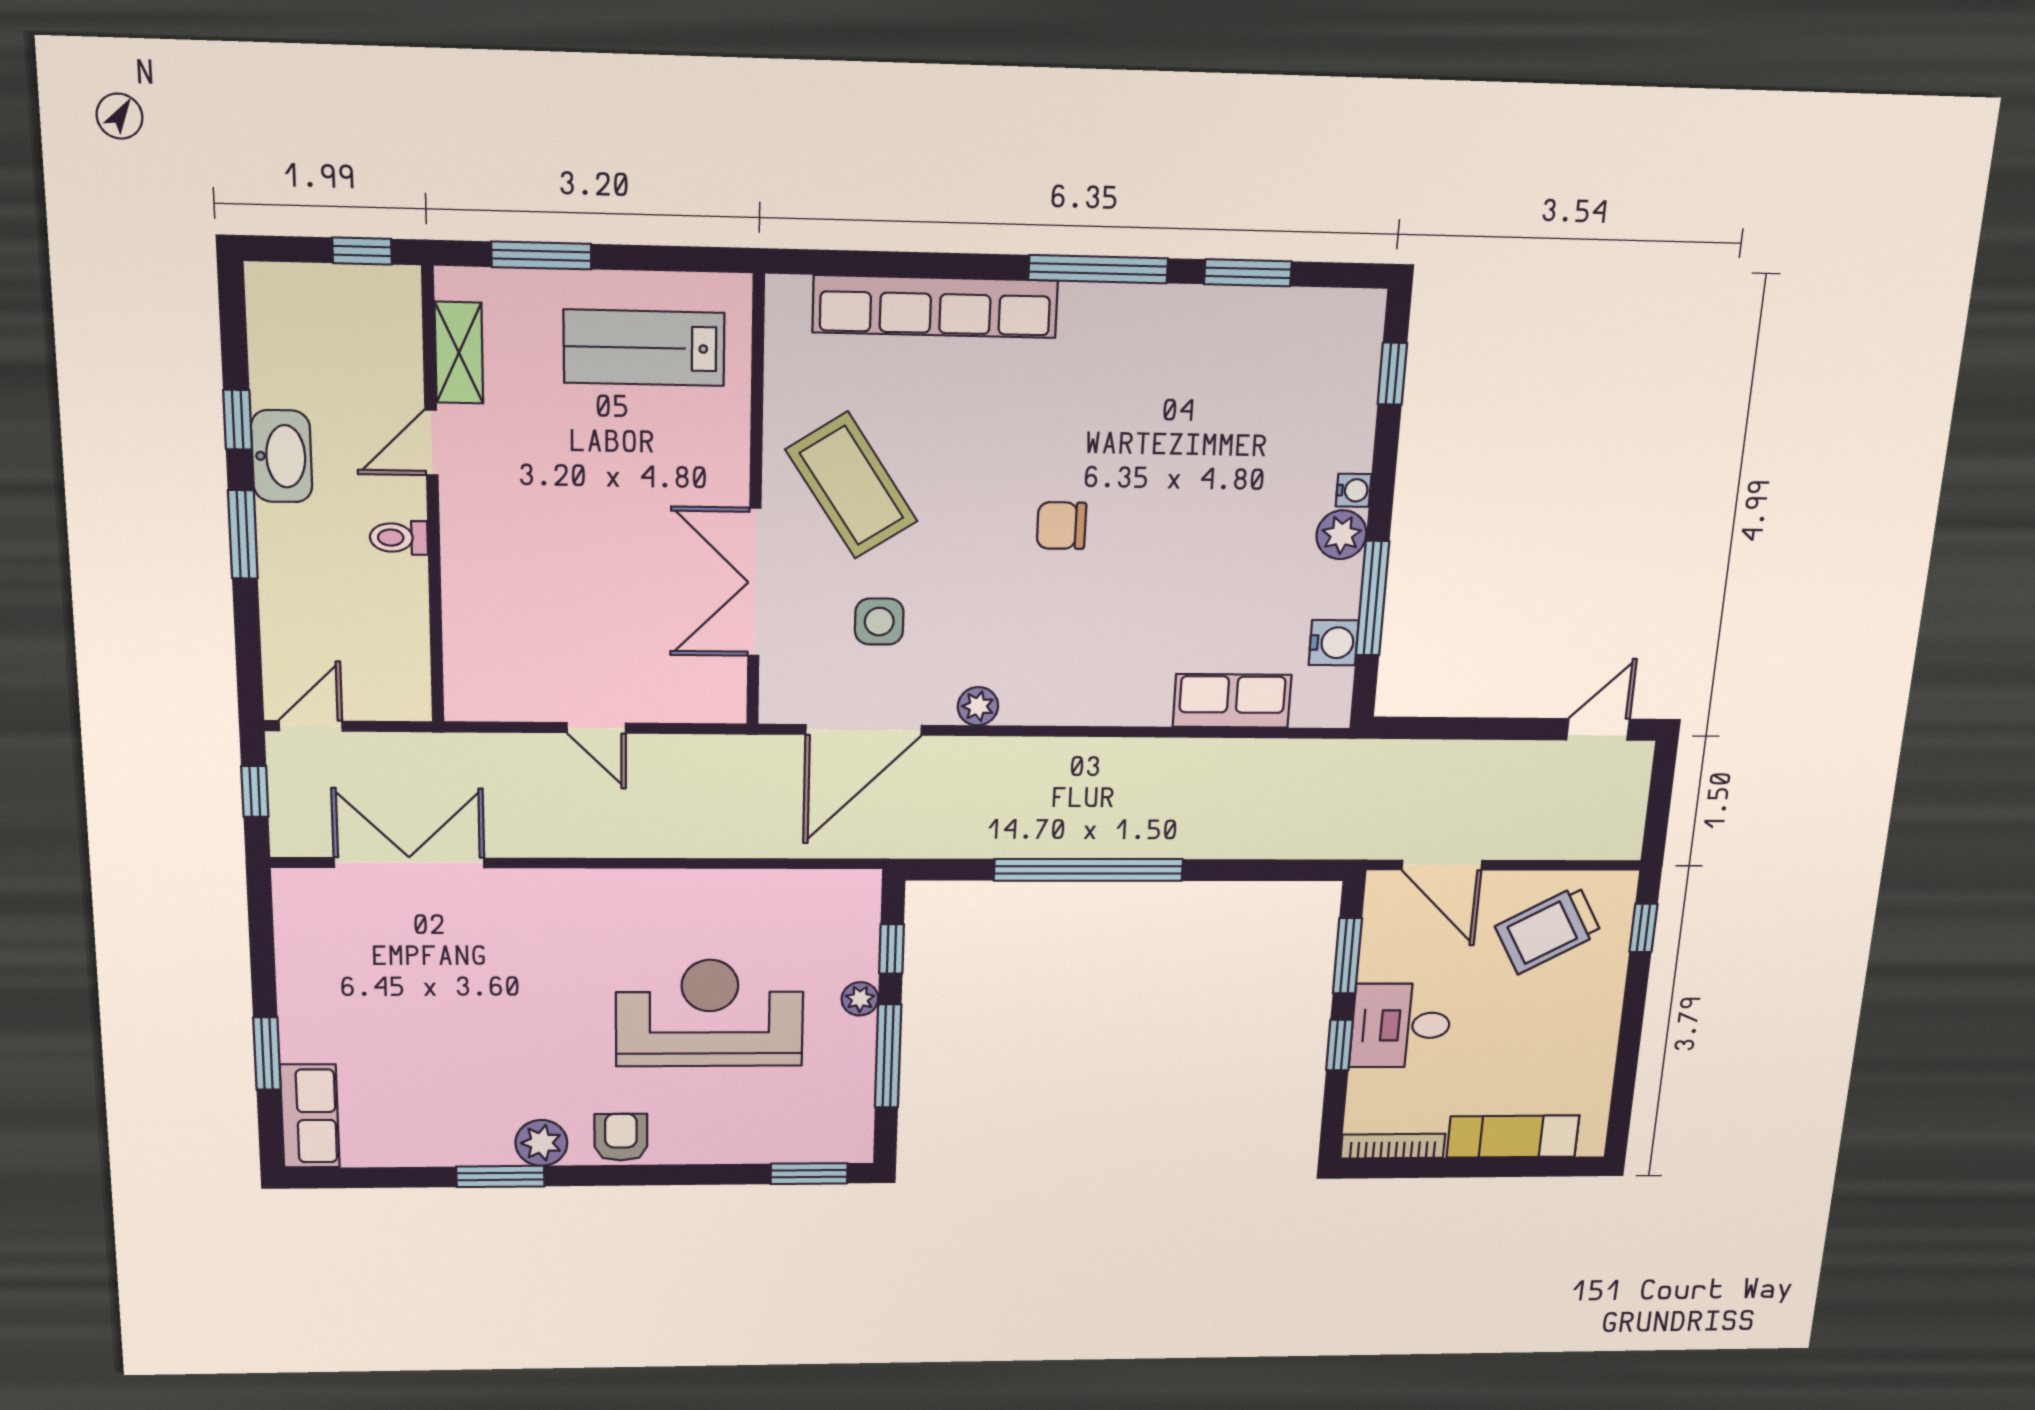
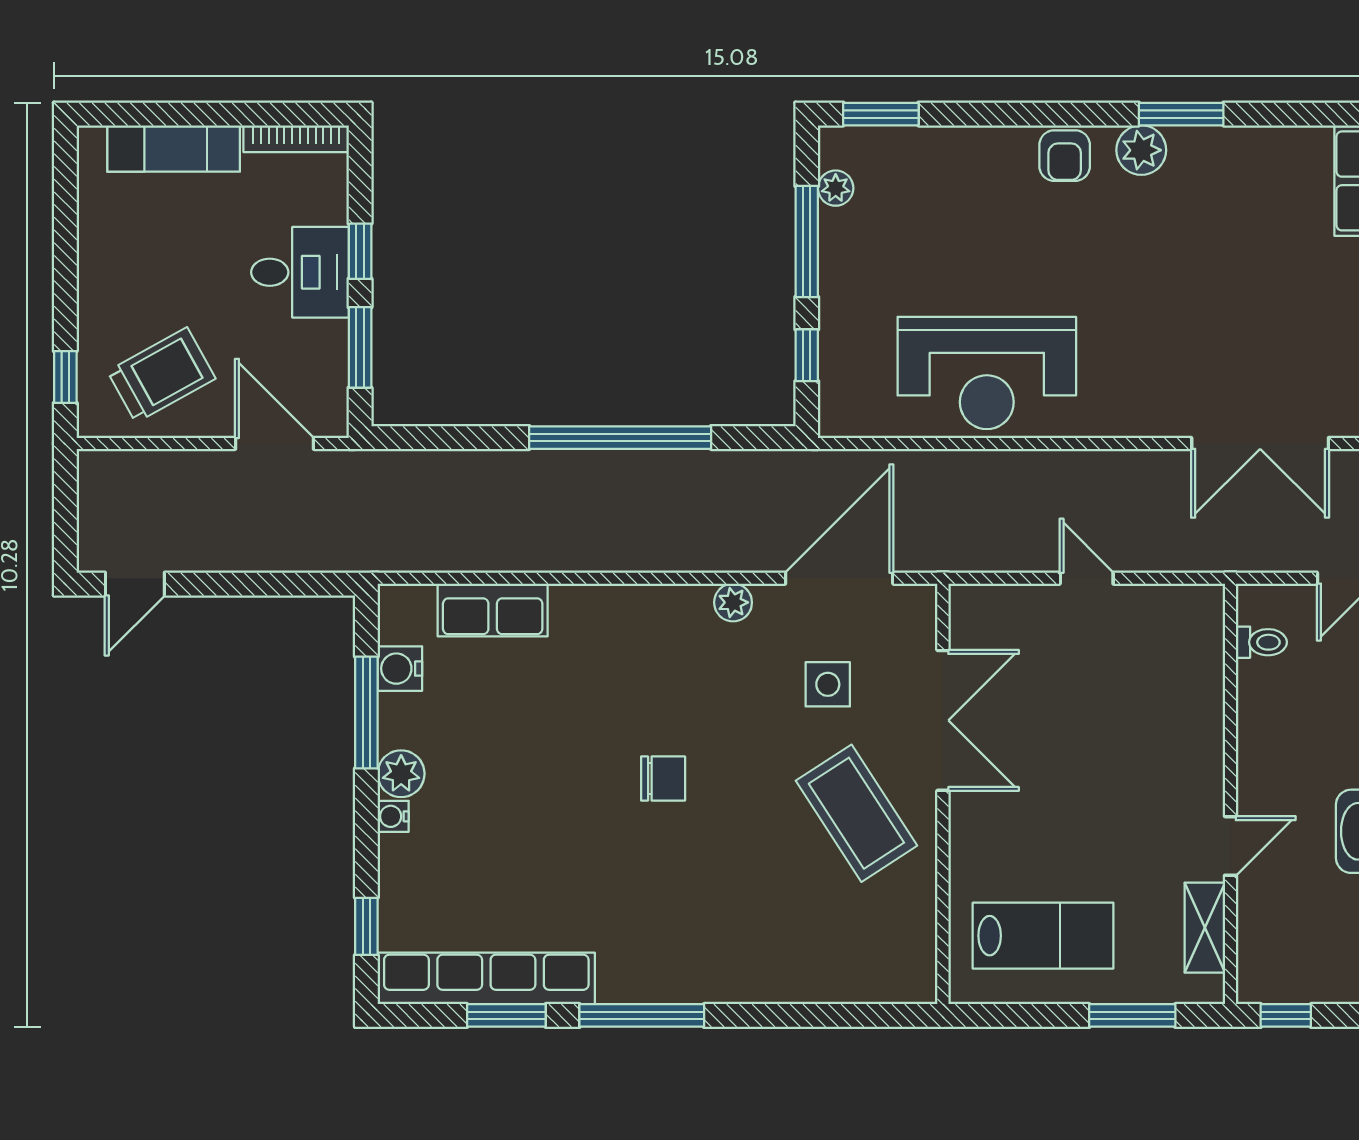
row of seats: (935, 307) -> (486, 978), moved
toilet: (399, 538) -> (1261, 642), moved
plant: (860, 999) -> (836, 188), moved
reception desk: (710, 1013) -> (987, 373), moved

